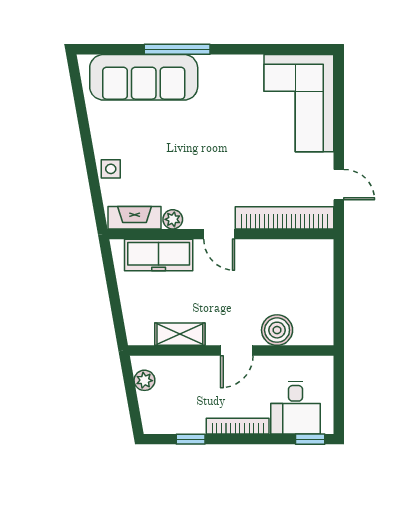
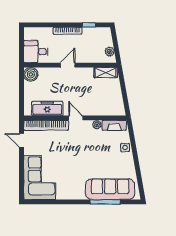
window: (177, 49) -> (105, 202), moved
freezer: (159, 255) -> (47, 108), moved
boiler: (277, 330) -> (31, 74), moved
shelving: (180, 334) -> (106, 72), moved
desk: (296, 408) -> (36, 52), moved, turned -90
window: (310, 439) -> (35, 25), removed

